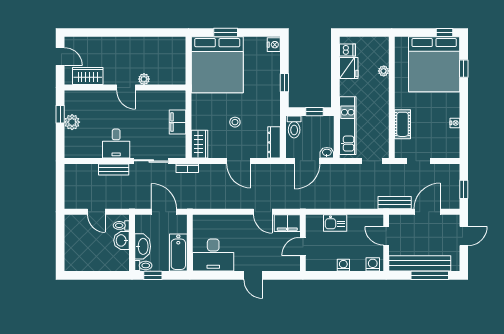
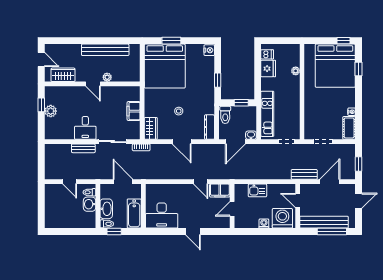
bench: (141, 44) -> (105, 50), added
cot: (403, 124) -> (349, 128), moved
washing machine: (373, 264) -> (282, 218), width x1.89, depth x1.89

